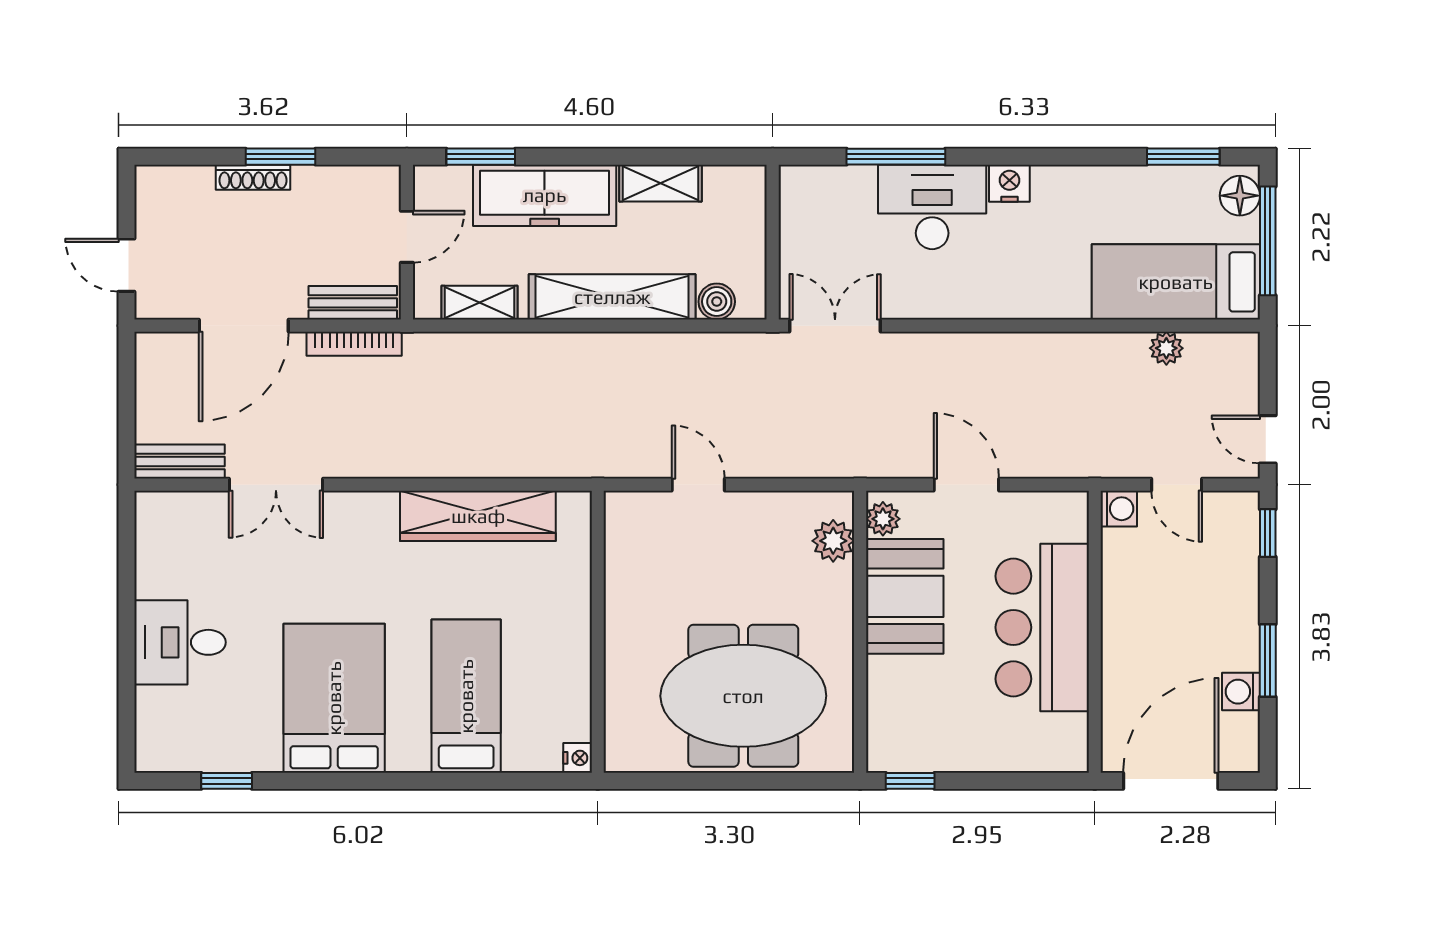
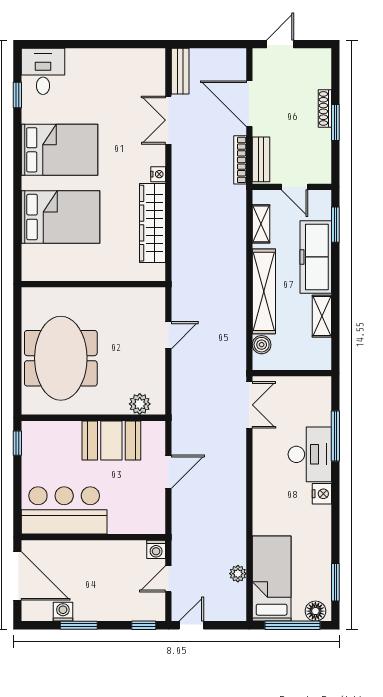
plant: (883, 519) -> (151, 429), removed
bar counter: (1042, 627) -> (64, 510), moved
desk: (180, 642) -> (43, 71), moved
bed: (466, 696) -> (61, 217), width x1.50
nightstand: (578, 758) -> (158, 174), moved, turned -90

